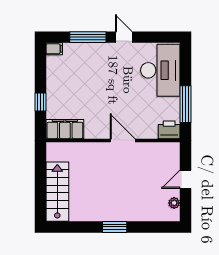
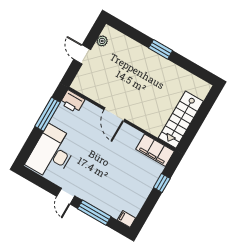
door: (186, 179) -> (82, 55), swing flipped
stairs: (57, 192) -> (181, 120), moved

